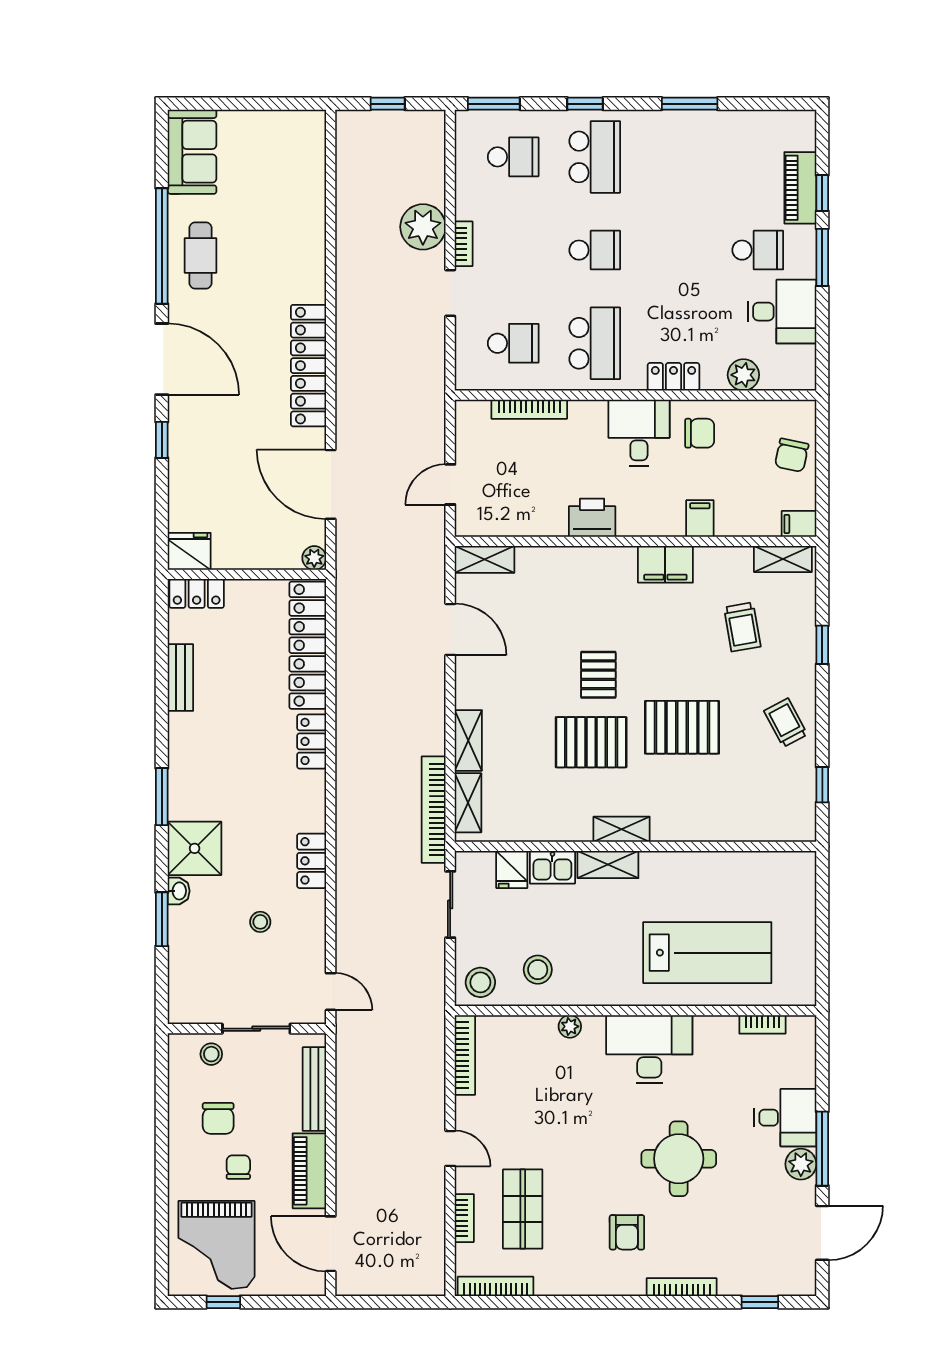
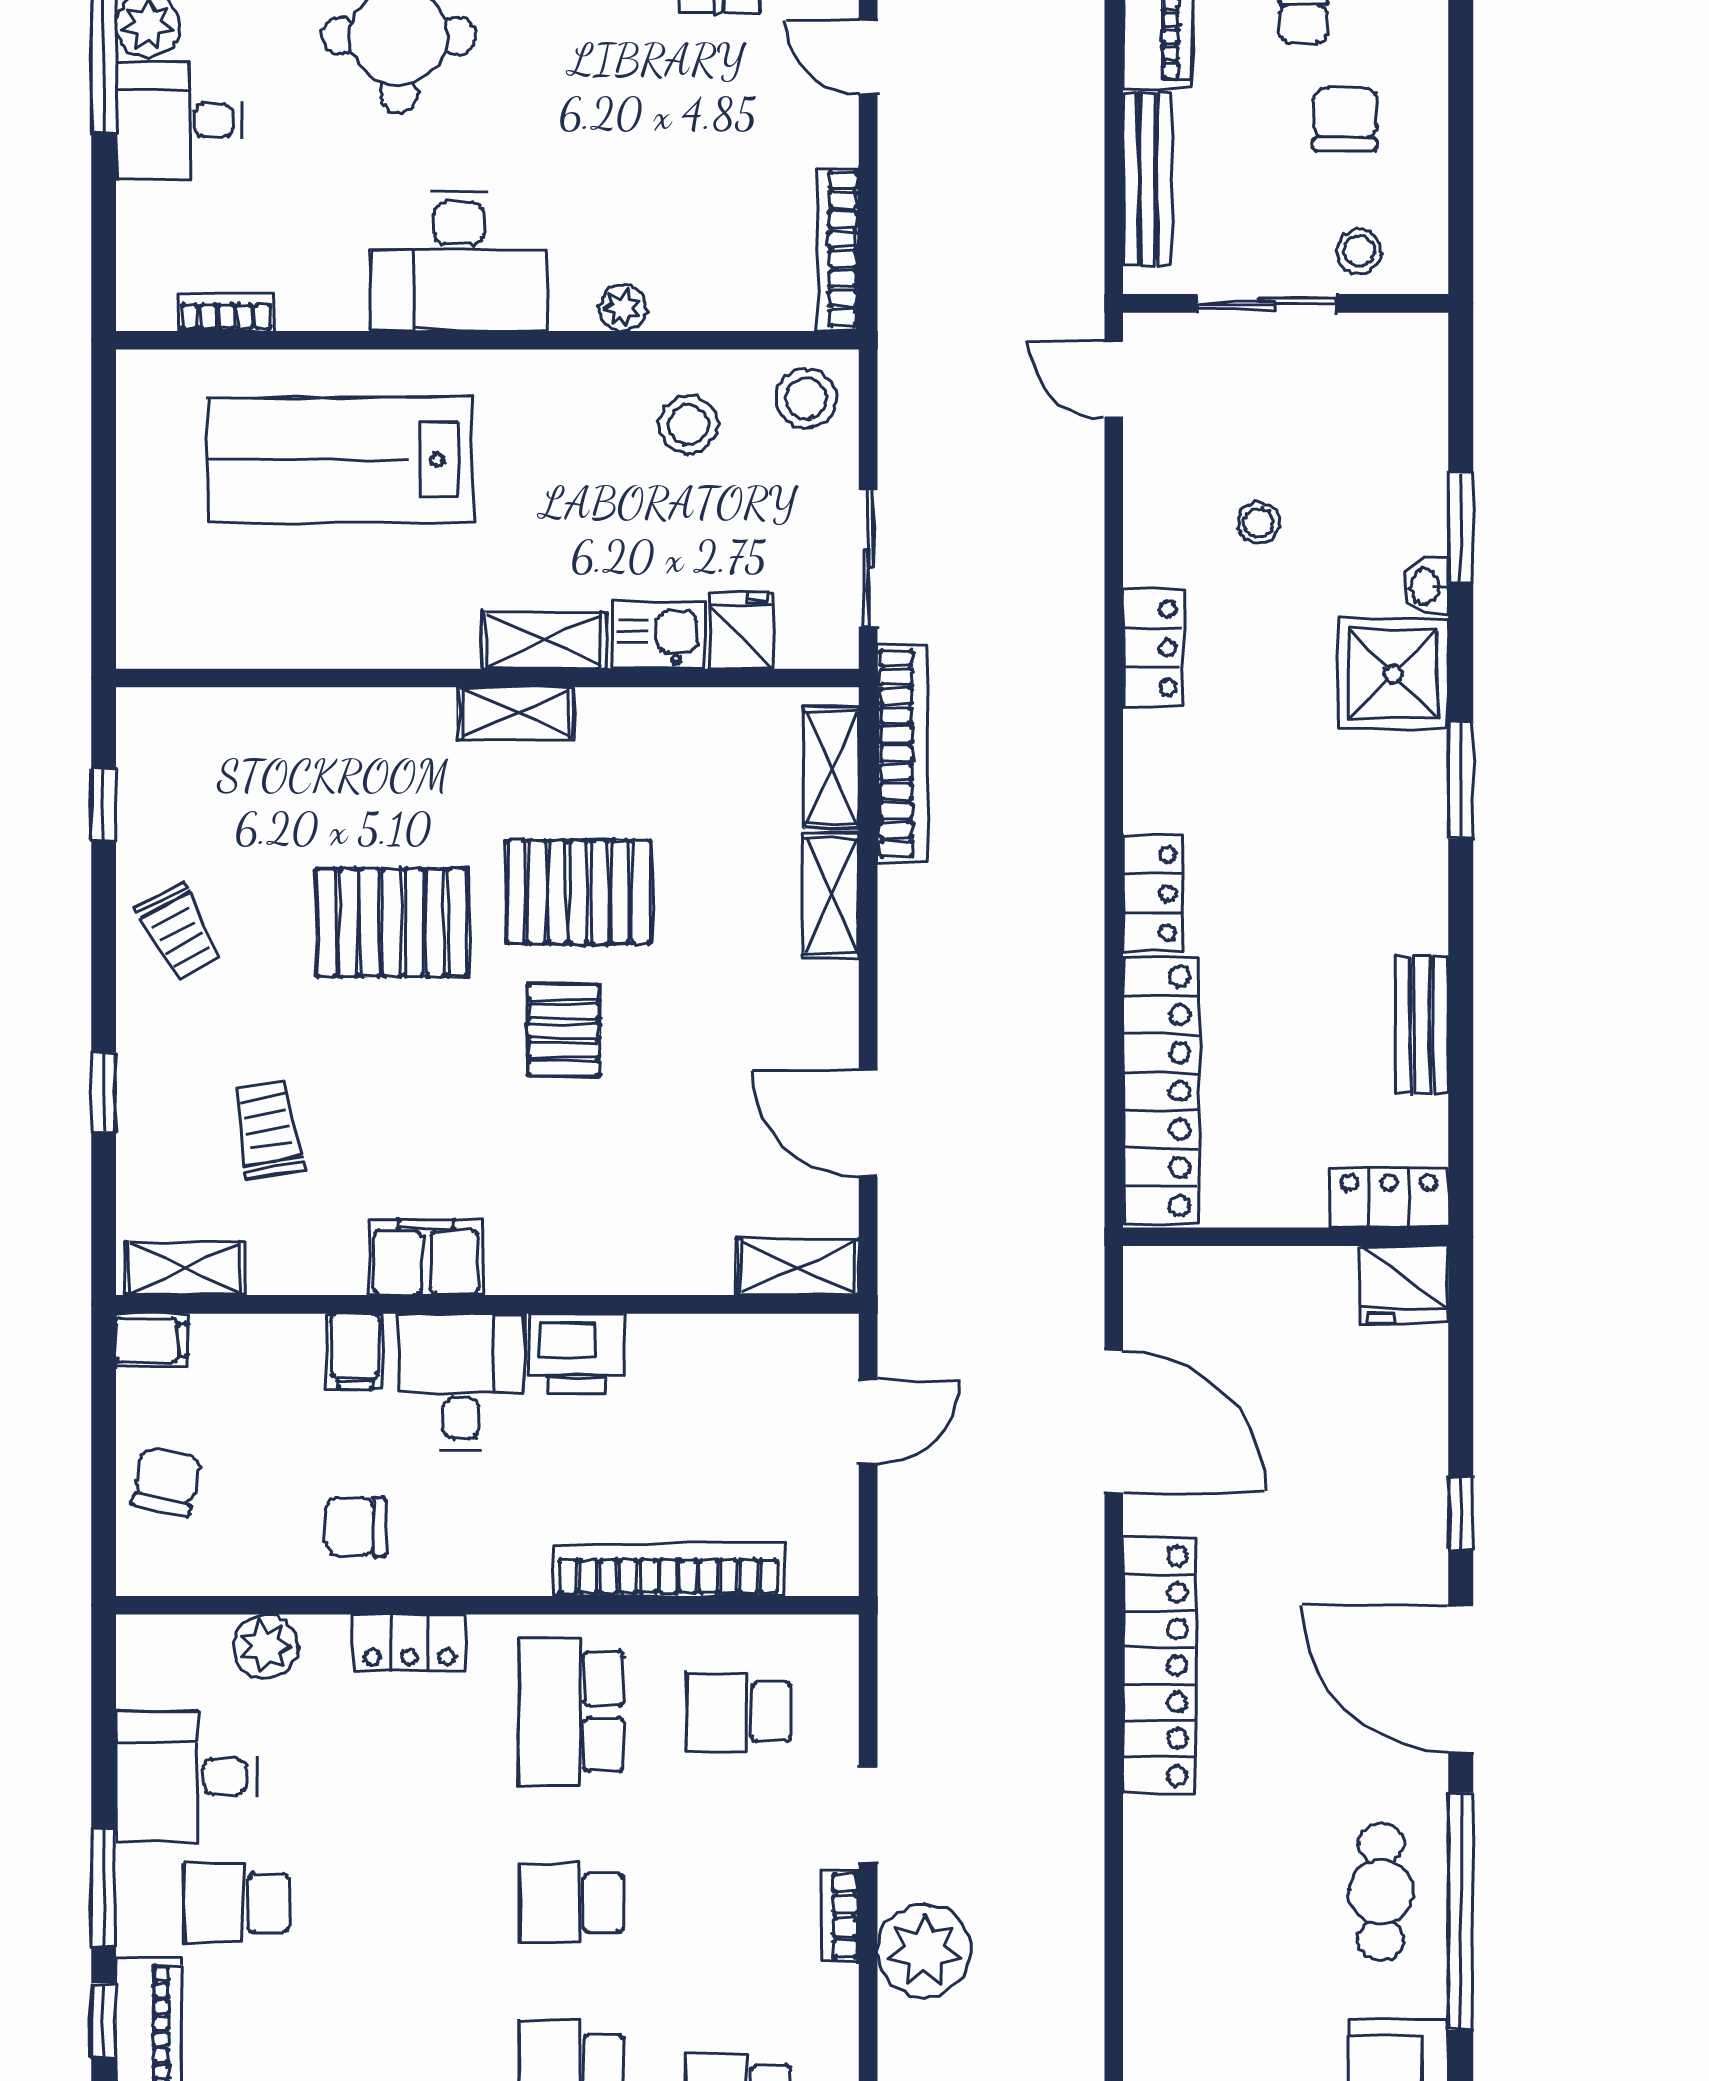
bookcase: (529, 409) -> (668, 1570), width x1.48, depth x1.31
desk: (639, 433) -> (461, 1381), moved, turned 180
plant: (314, 558) -> (1147, 1270), removed

